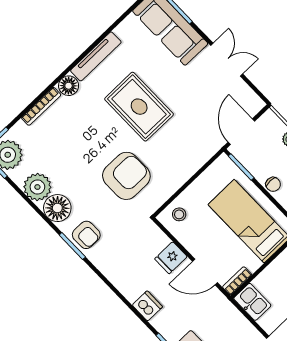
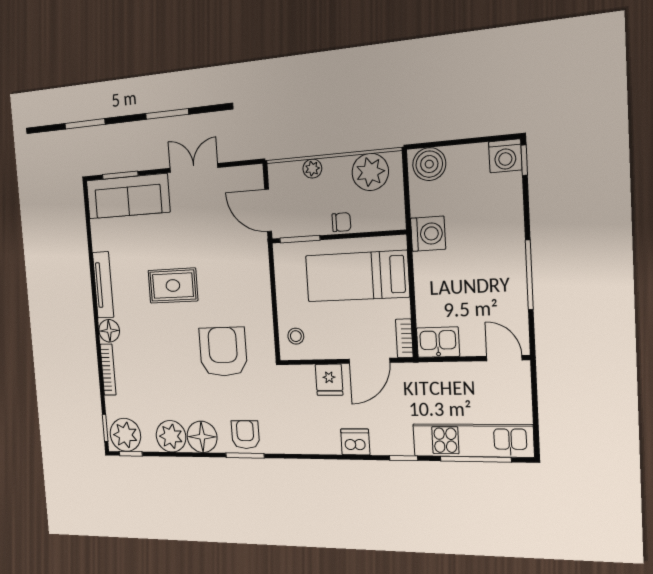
rug: (139, 107) -> (173, 286), width x0.73, depth x0.70
armchair: (86, 235) -> (245, 435), turned -90

